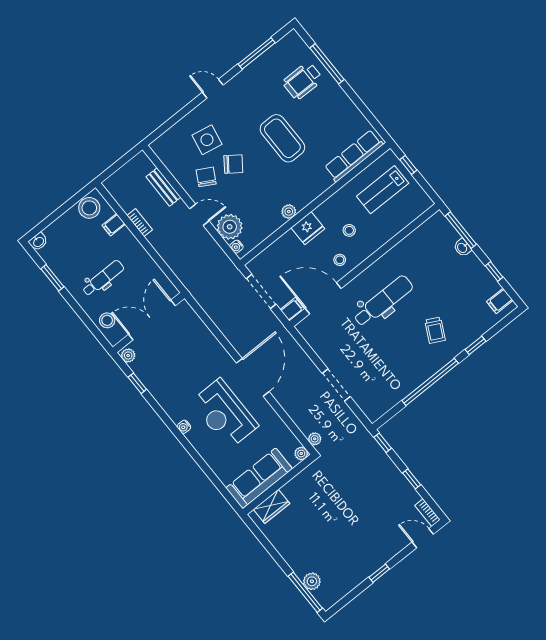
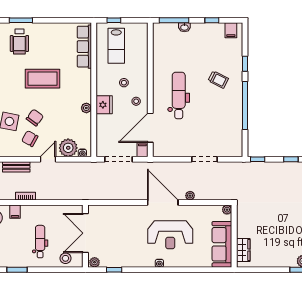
window: (327, 64) -> (21, 20), width x0.69
plant: (315, 439) -> (190, 196), moved

